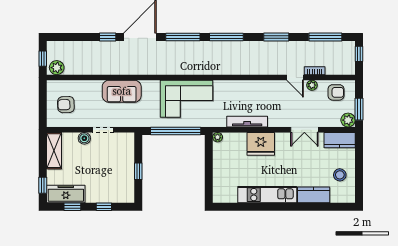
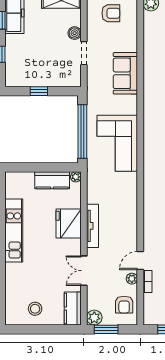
armchair: (66, 105) -> (111, 13), turned 92
tv unit: (247, 122) -> (93, 226), moved
kitchen counter: (314, 195) -> (52, 180), moved, turned 90

